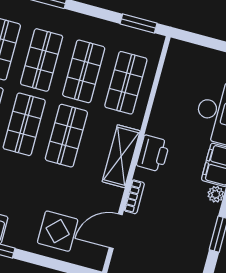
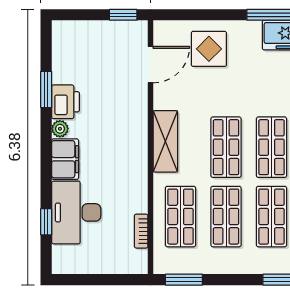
printer: (153, 153) -> (65, 102), moved, turned 180
bookcase: (134, 197) -> (141, 231), moved

